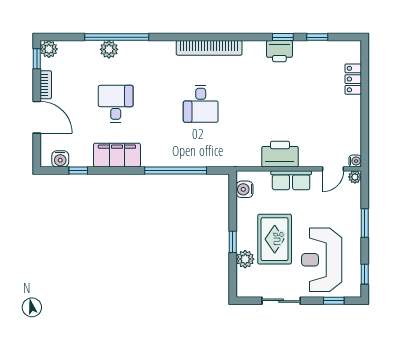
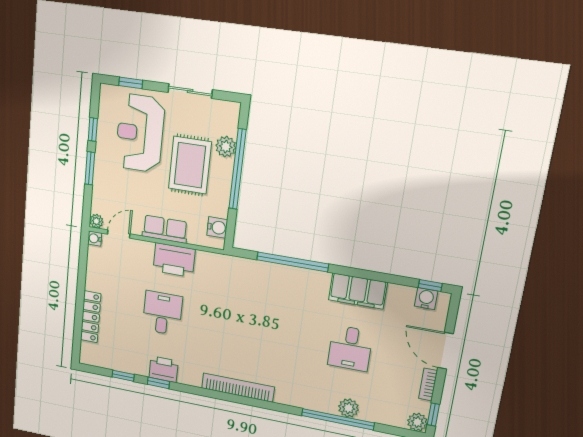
locker: (353, 79) -> (91, 317), width x1.53
desk: (201, 104) -> (162, 313), moved
window: (78, 171) -> (430, 285), moved
window: (233, 242) -> (238, 169), width x3.17
reception desk: (322, 260) -> (140, 133), turned 180
window: (365, 274) -> (93, 130), moved

